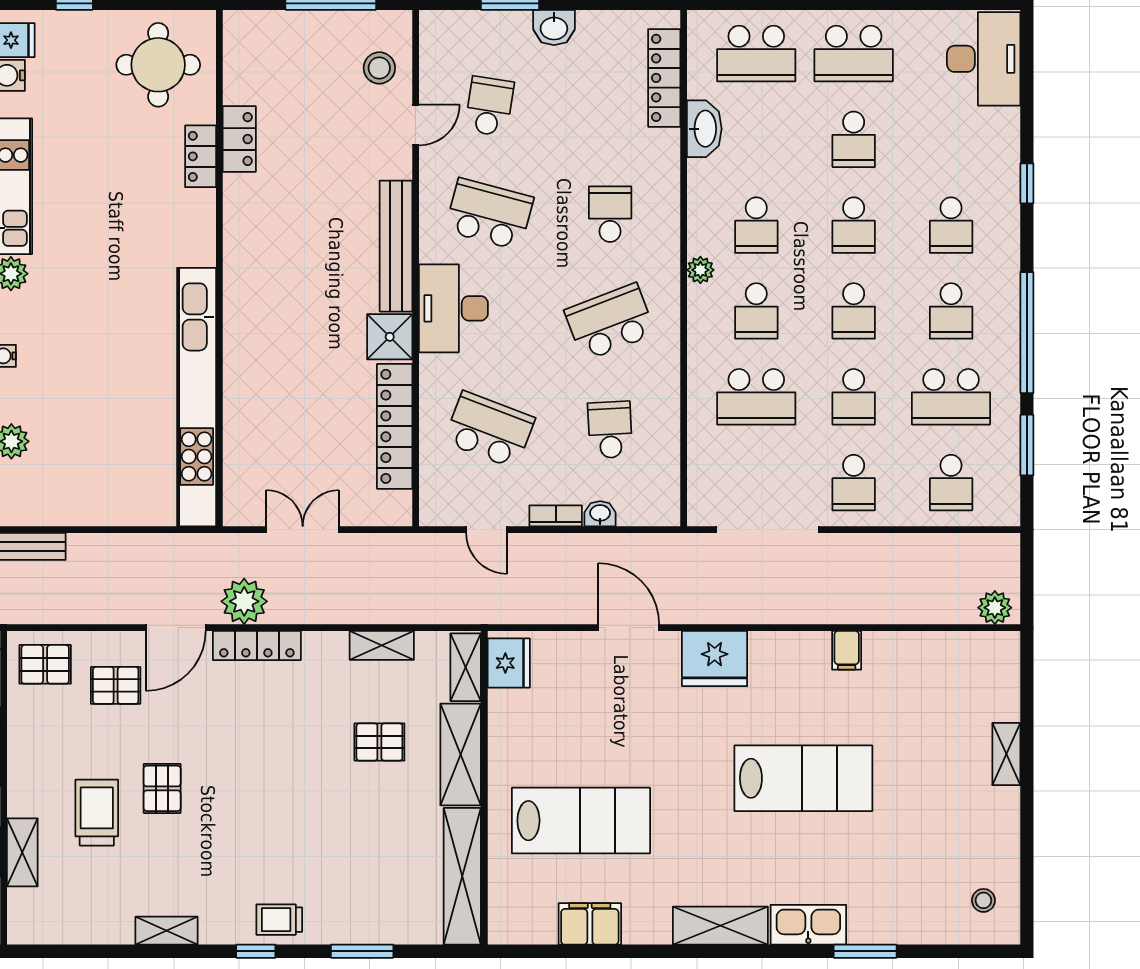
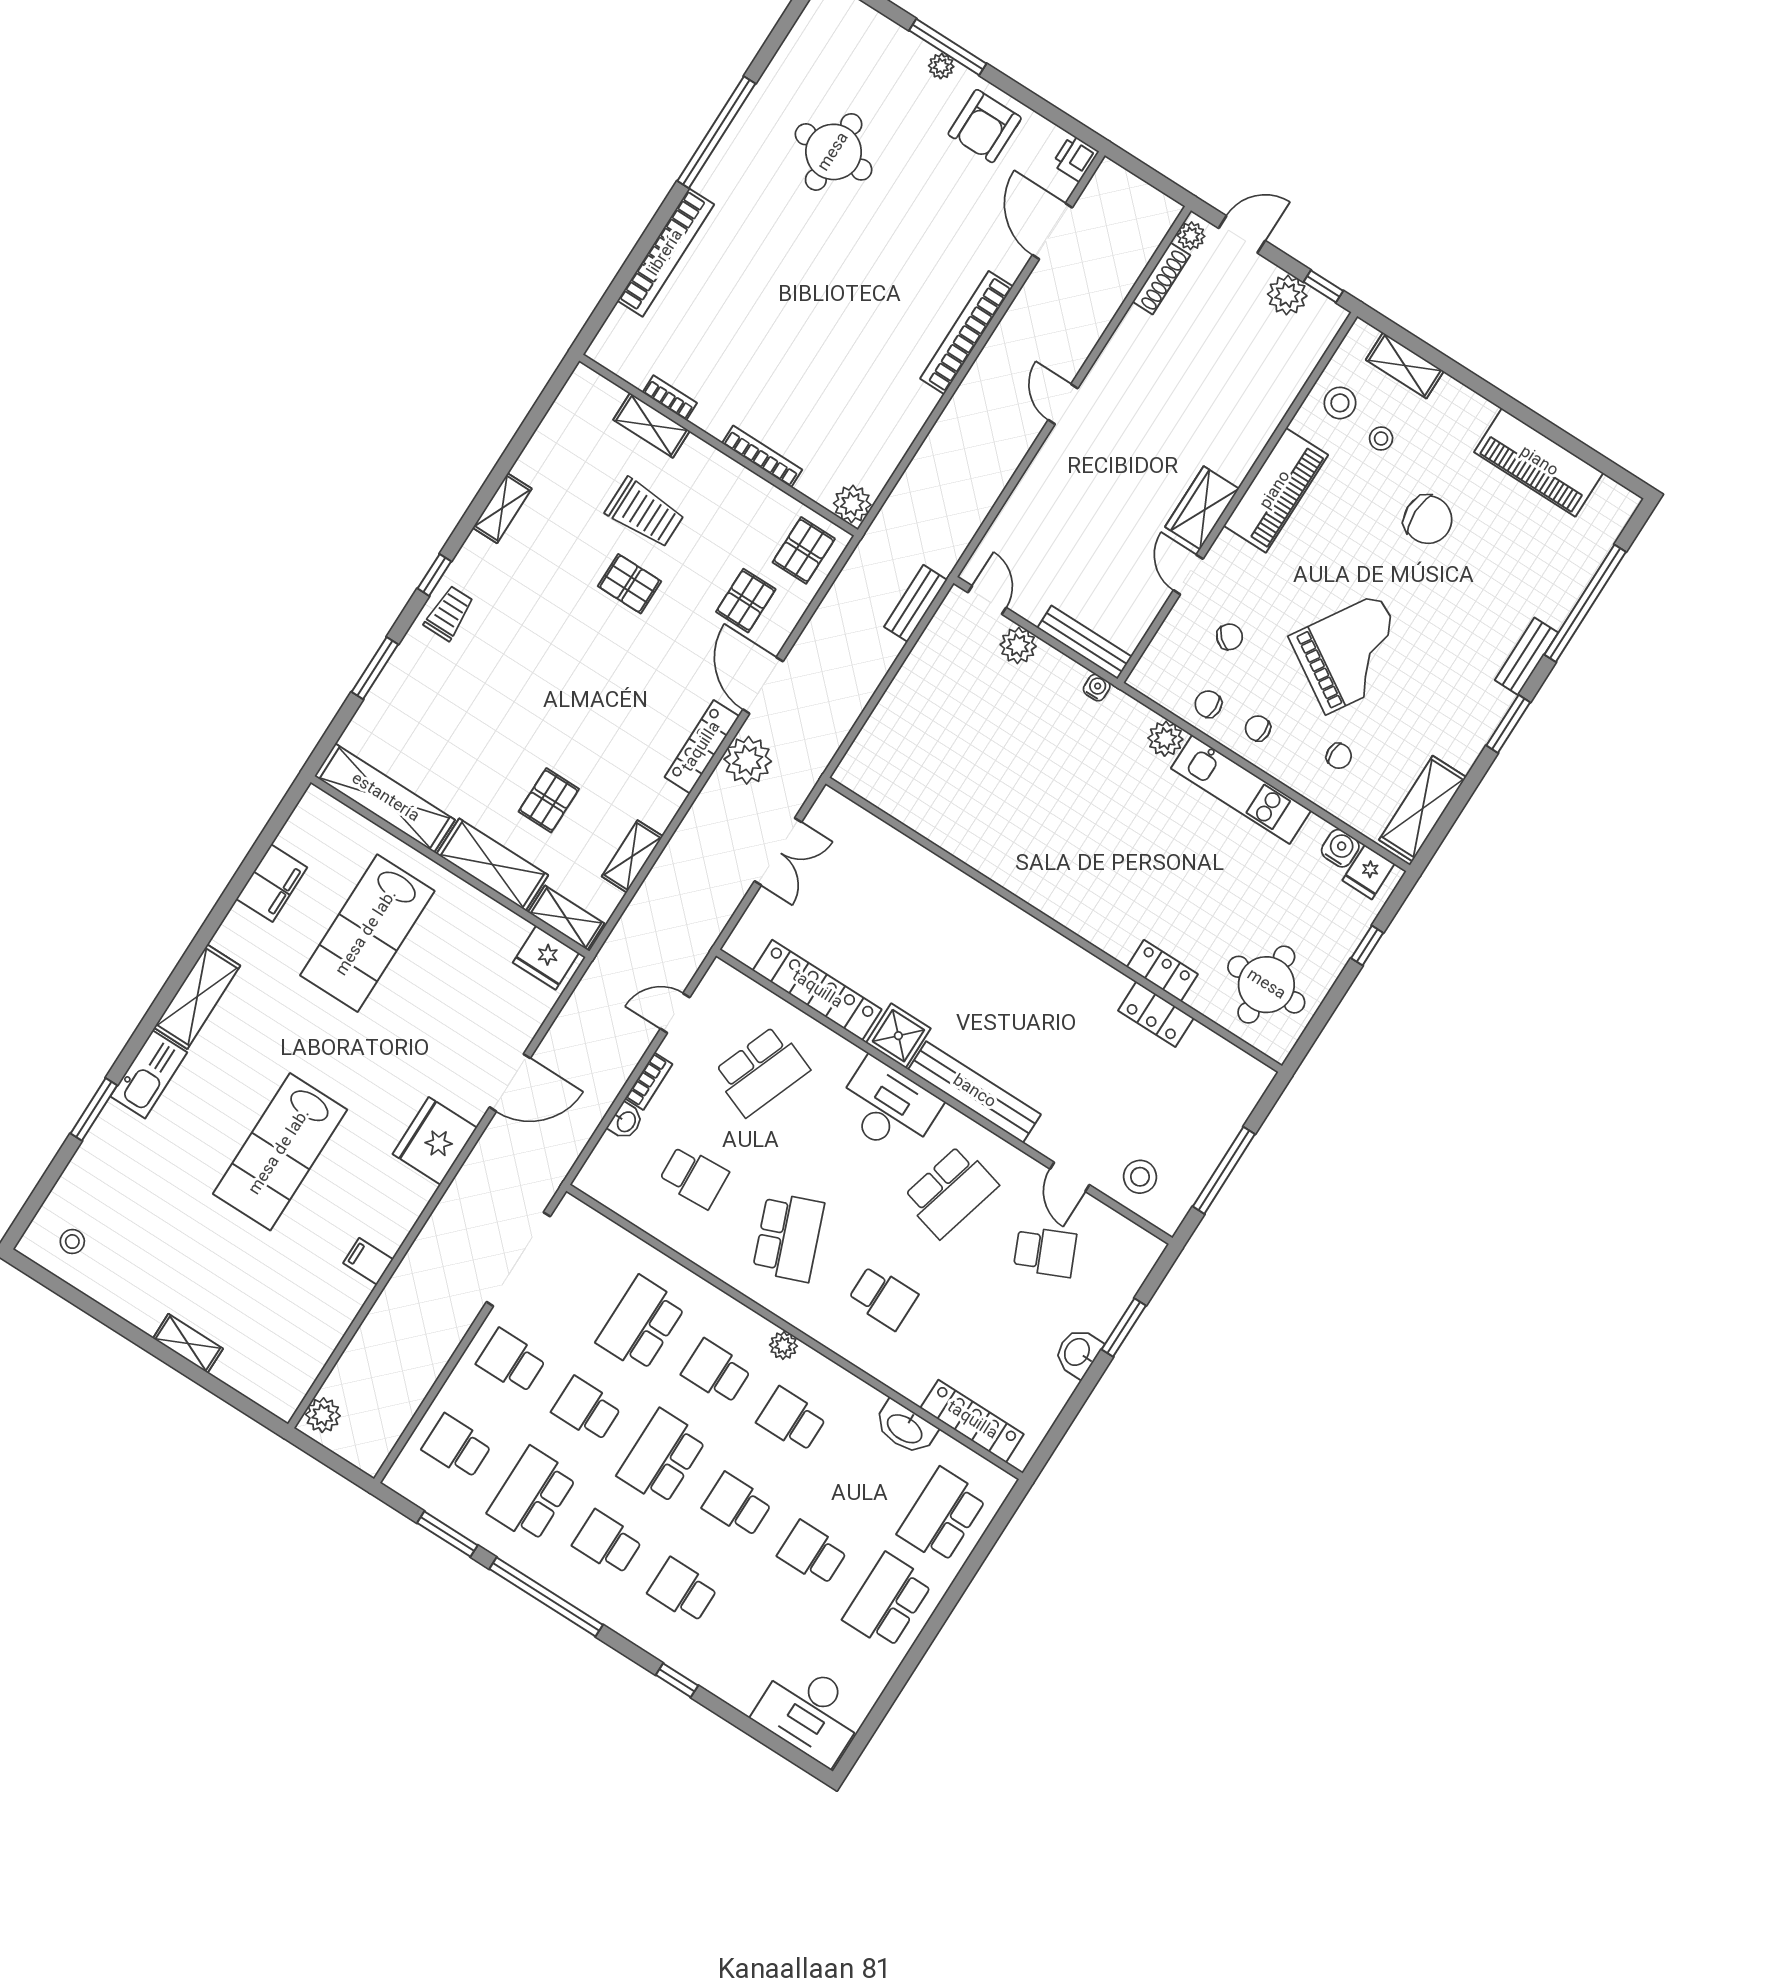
school desk: (489, 106) -> (1045, 1252), turned -33
school desk: (854, 311) -> (662, 1457), width x1.85
kitchen unit: (197, 397) -> (953, 833), removed

